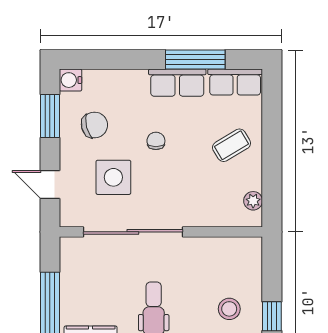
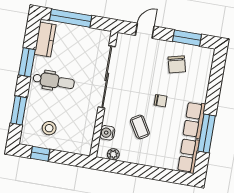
water cooler: (71, 80) -> (107, 133), moved, turned -90
coffee table: (232, 145) -> (140, 127), moved
side table: (113, 177) -> (142, 71), removed

